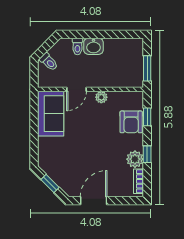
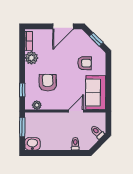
washbasin: (93, 46) -> (32, 144), moved
plant: (101, 97) -> (37, 105), moved
armchair: (131, 122) -> (48, 83), moved
armchair: (65, 152) -> (84, 63), added
window: (147, 154) -> (22, 62), removed

